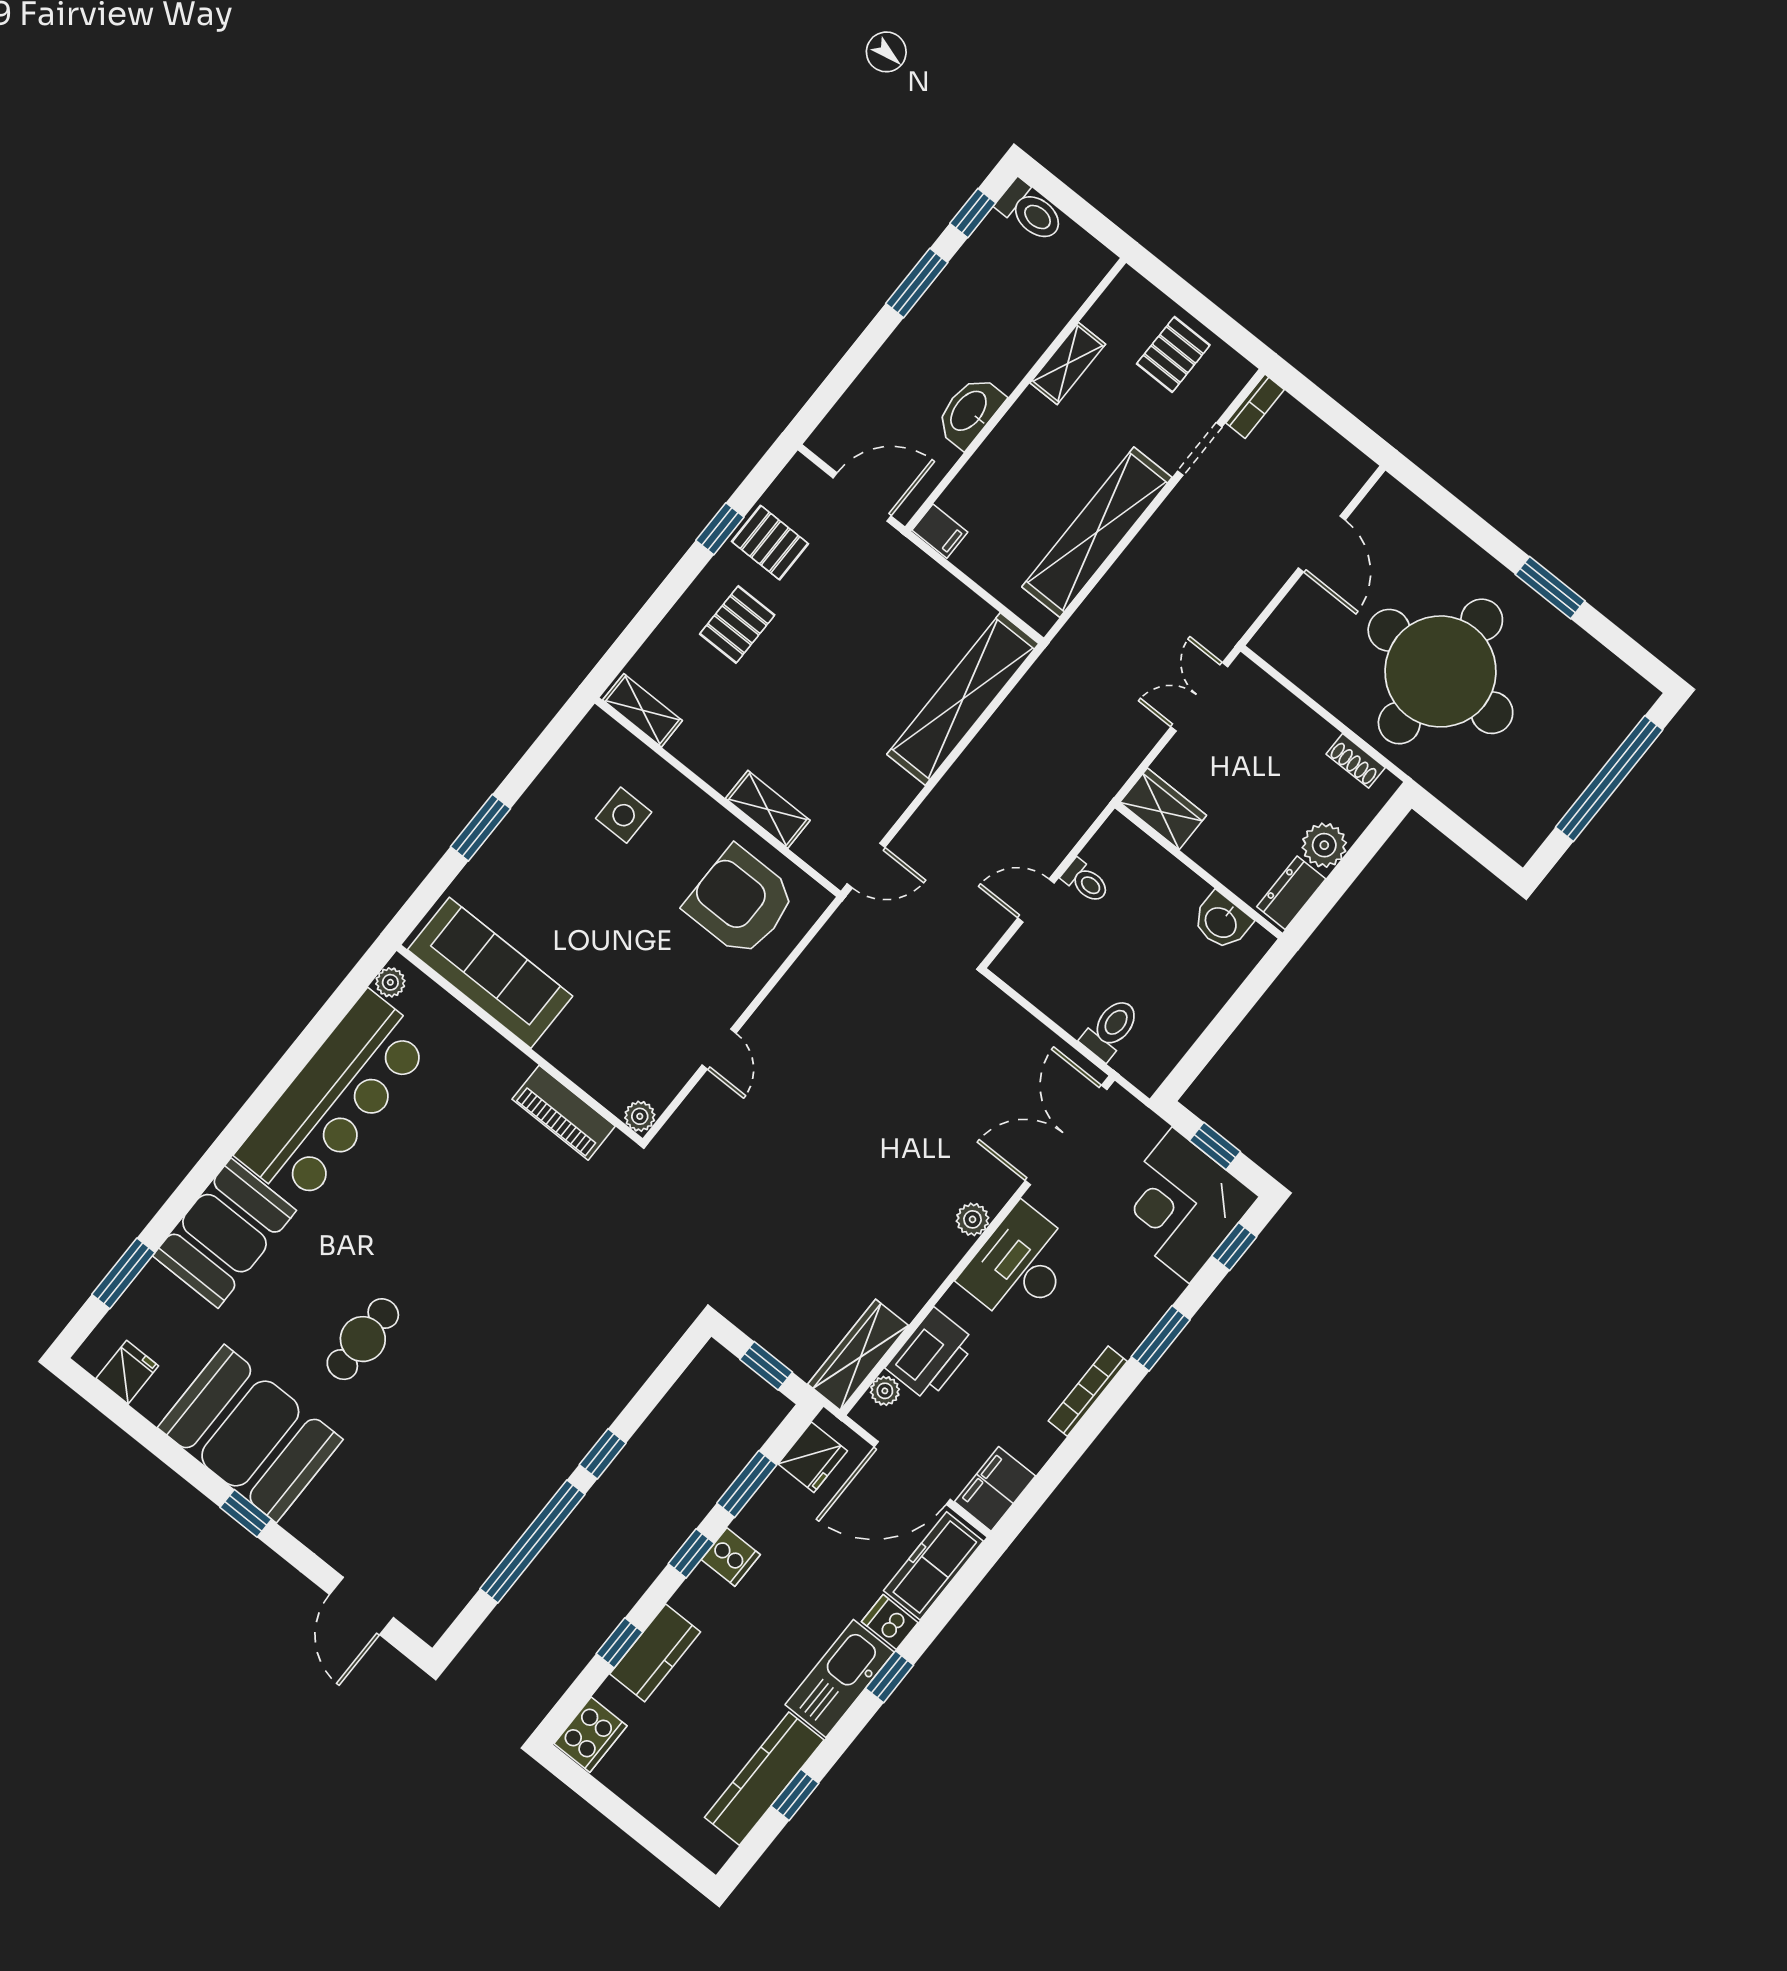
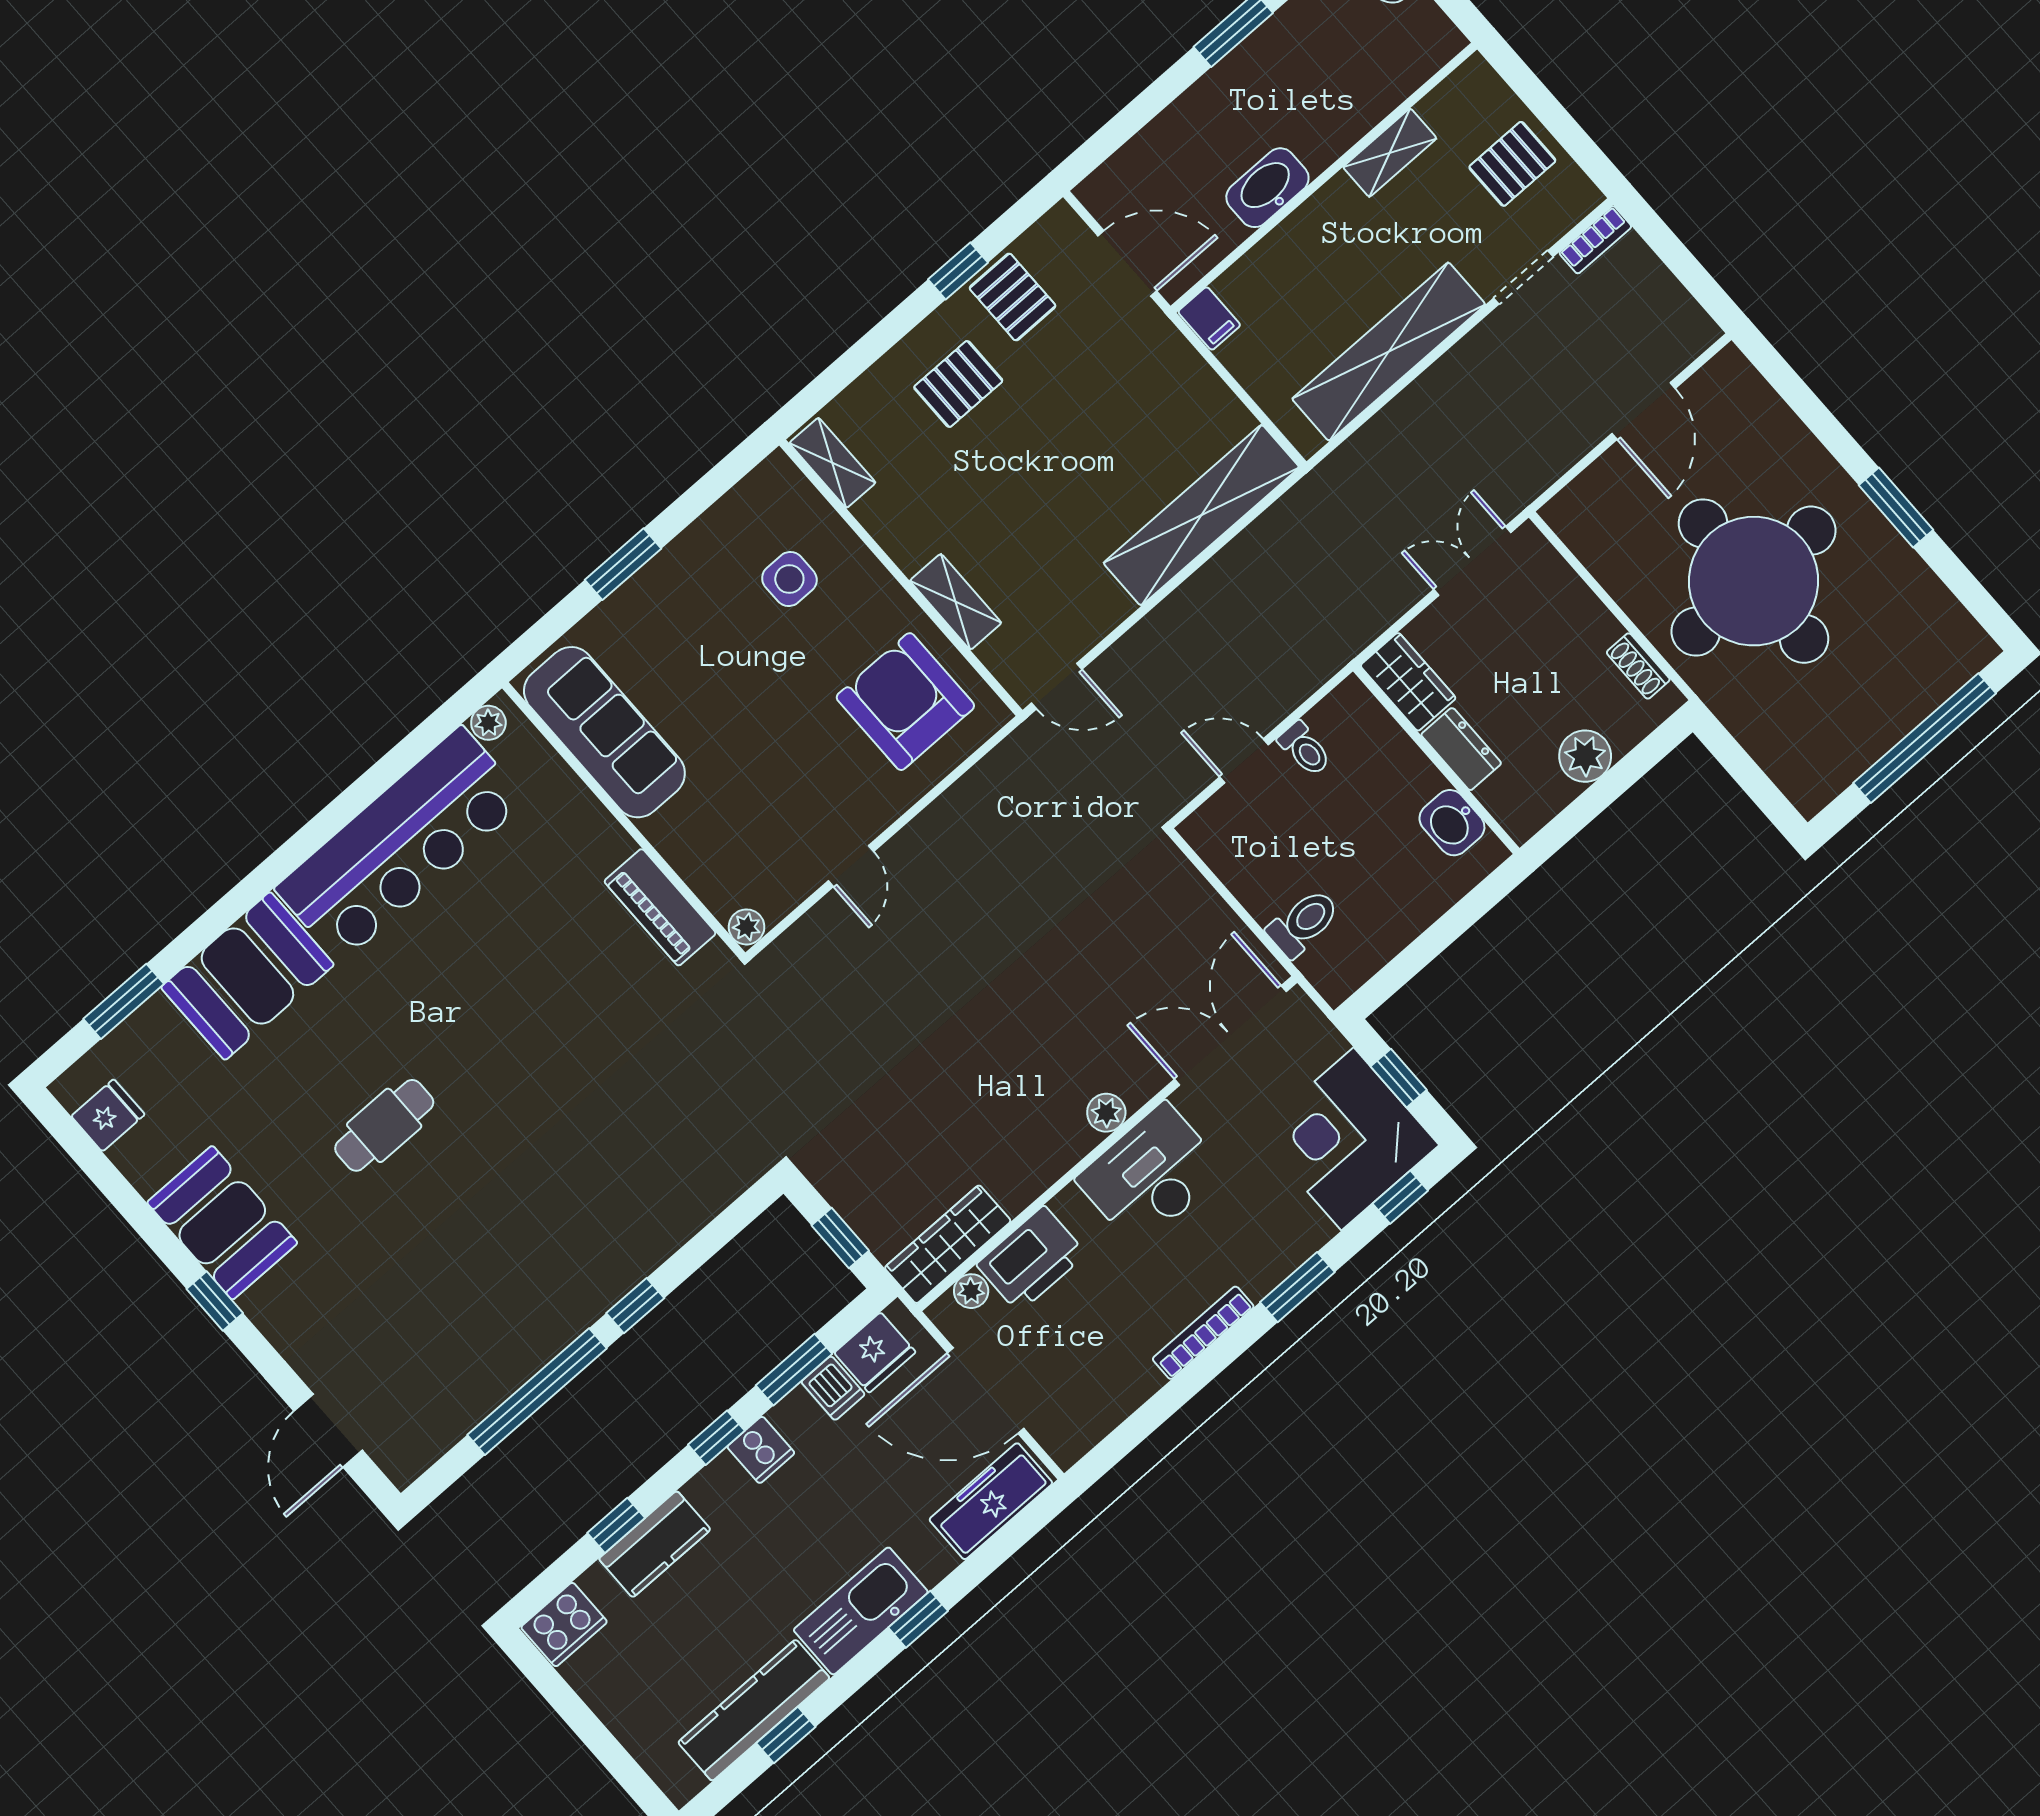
dresser: (1291, 893) -> (1461, 749), moved, turned 90
booth: (250, 1433) -> (222, 1223), width x0.73, depth x0.70
filing cabinet: (995, 1489) -> (1077, 1426), removed
dishwasher: (890, 1622) -> (833, 1388), moved, turned 180

